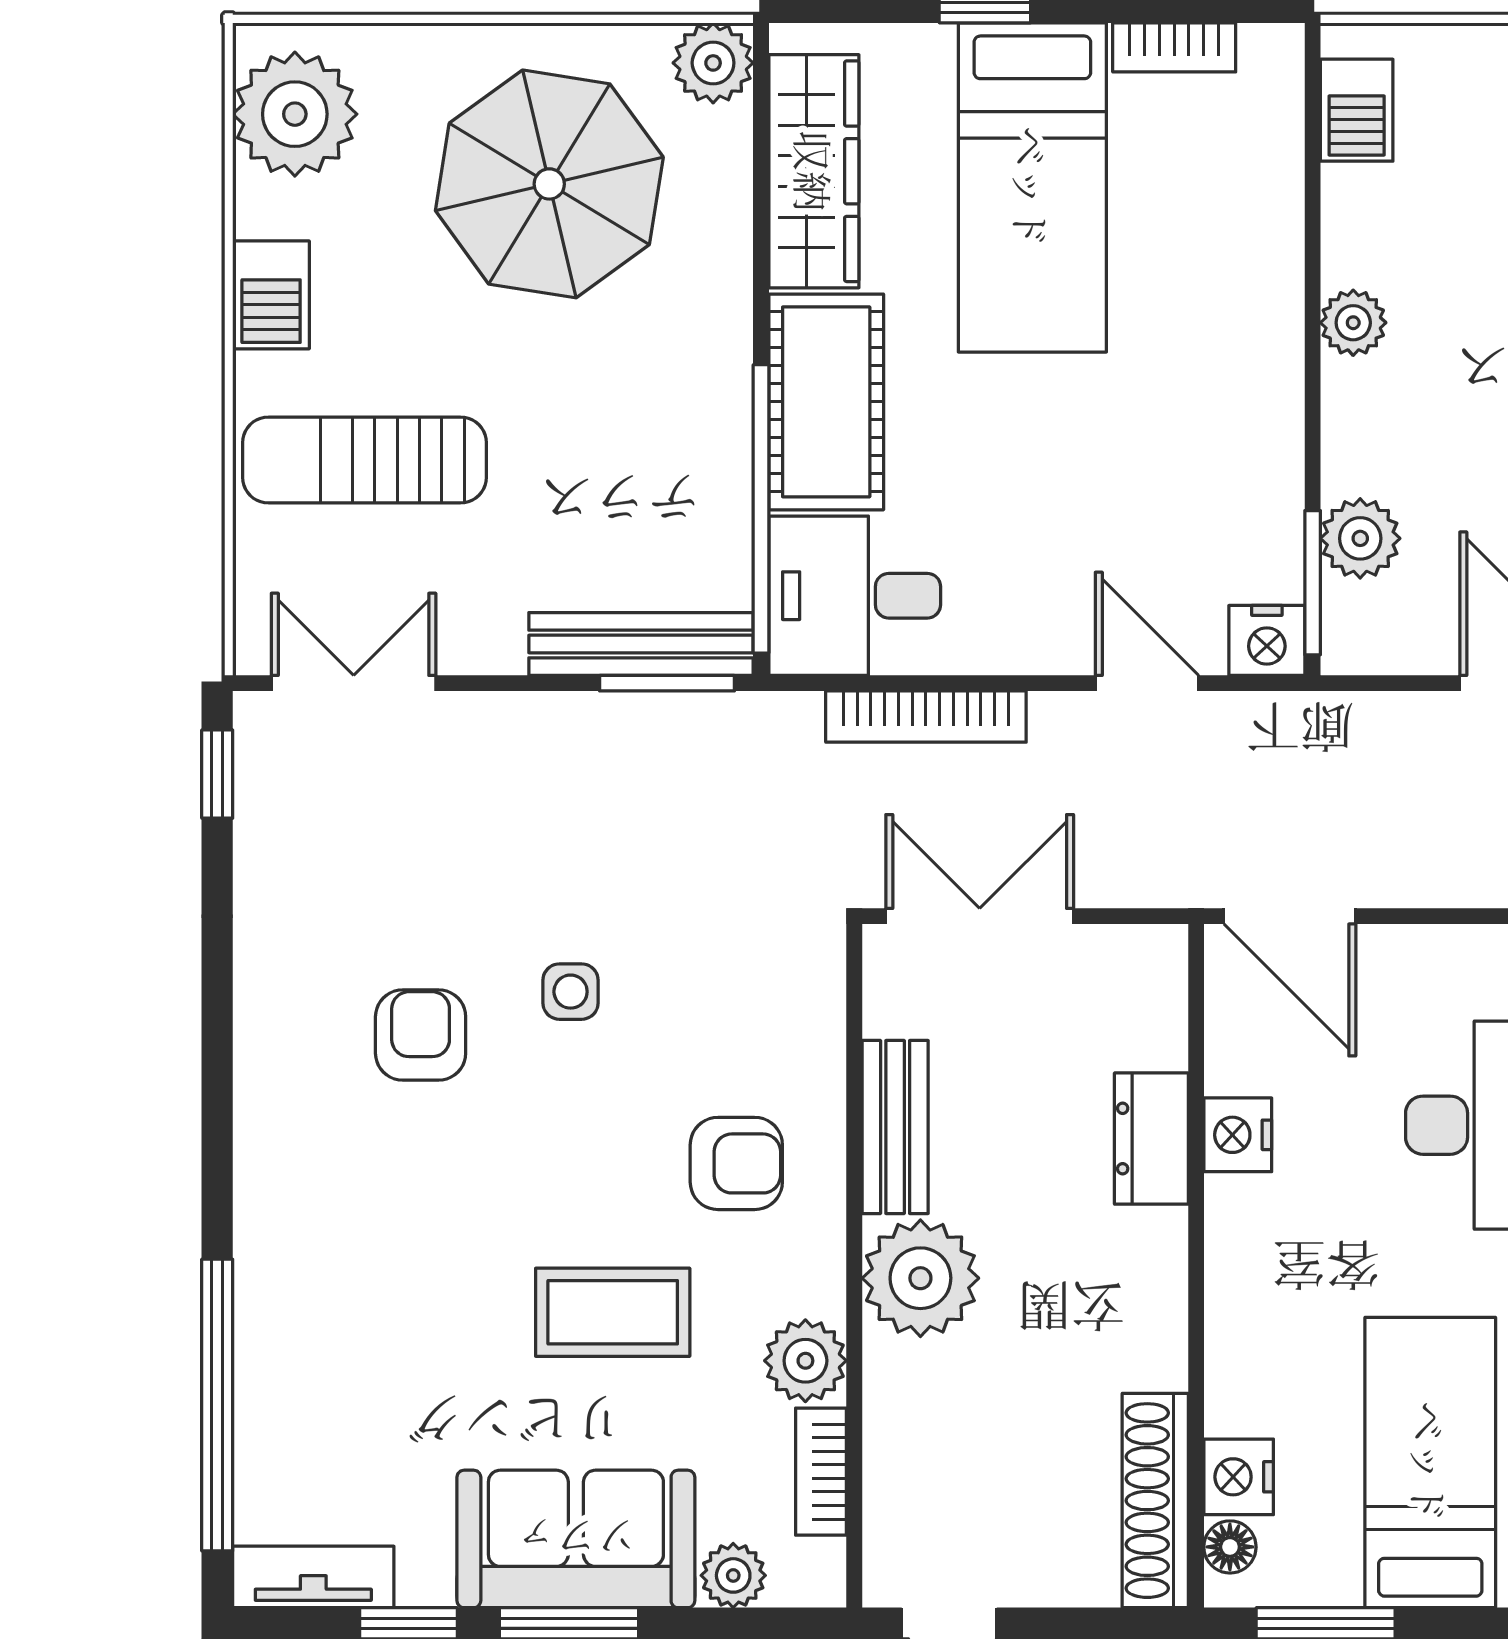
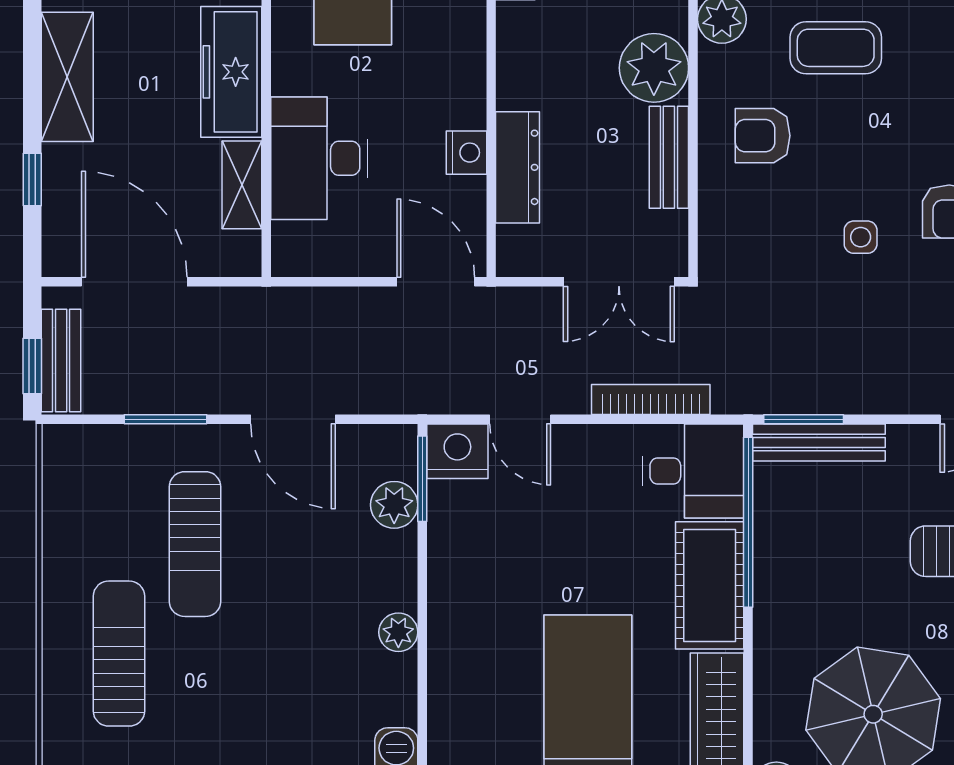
nightstand: (1267, 640) -> (457, 451), width x1.36, depth x1.33
dresser: (1151, 1139) -> (518, 167), width x1.44

